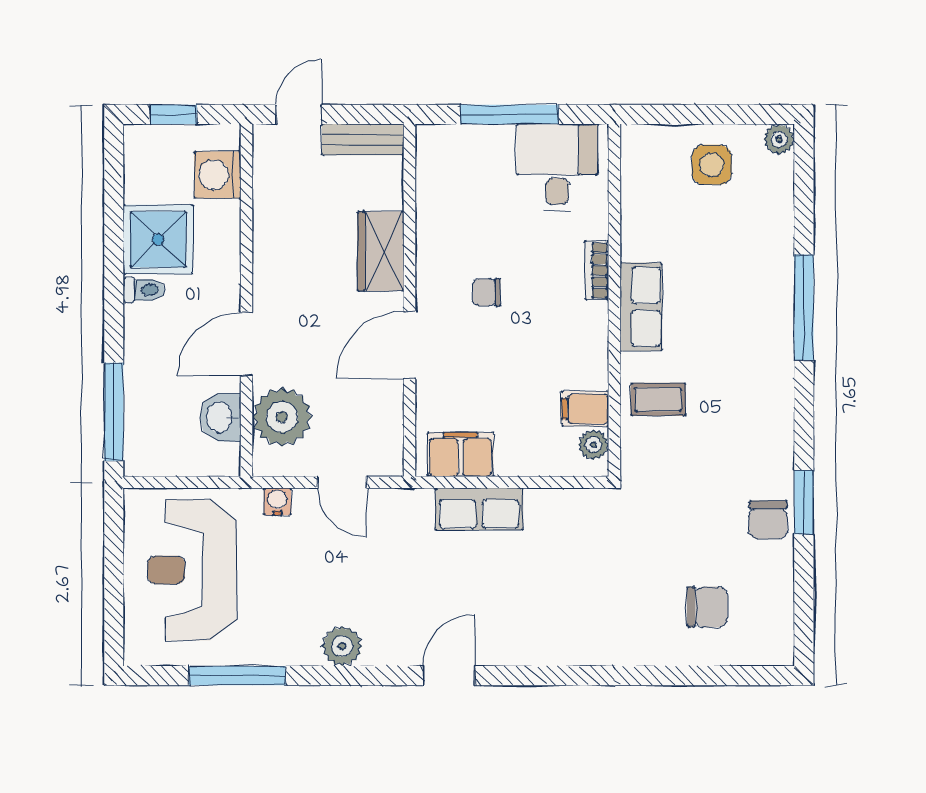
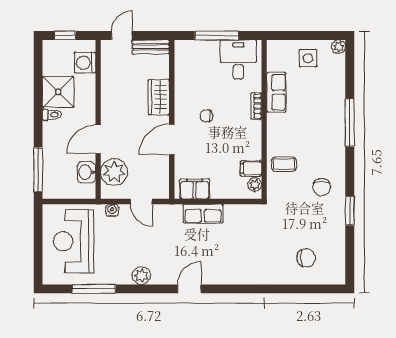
row of seats: (641, 307) -> (276, 92), moved
chair: (768, 520) -> (322, 187), moved

